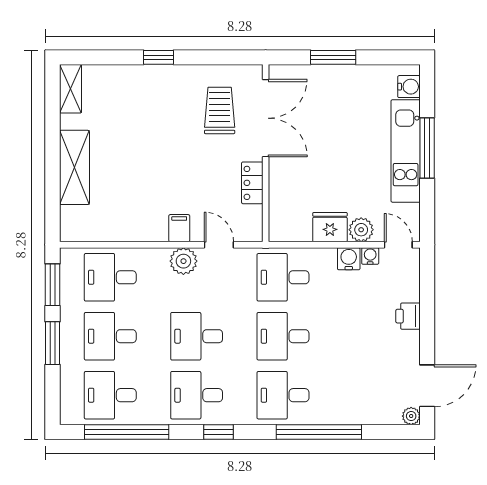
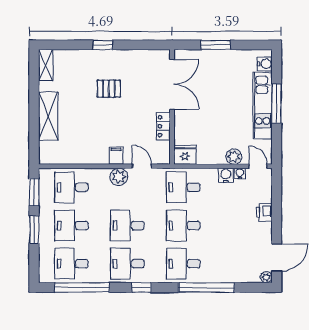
trolley: (220, 110) -> (142, 79), removed
pallet: (168, 125) -> (109, 89), added
fridge: (330, 227) -> (185, 155), moved

